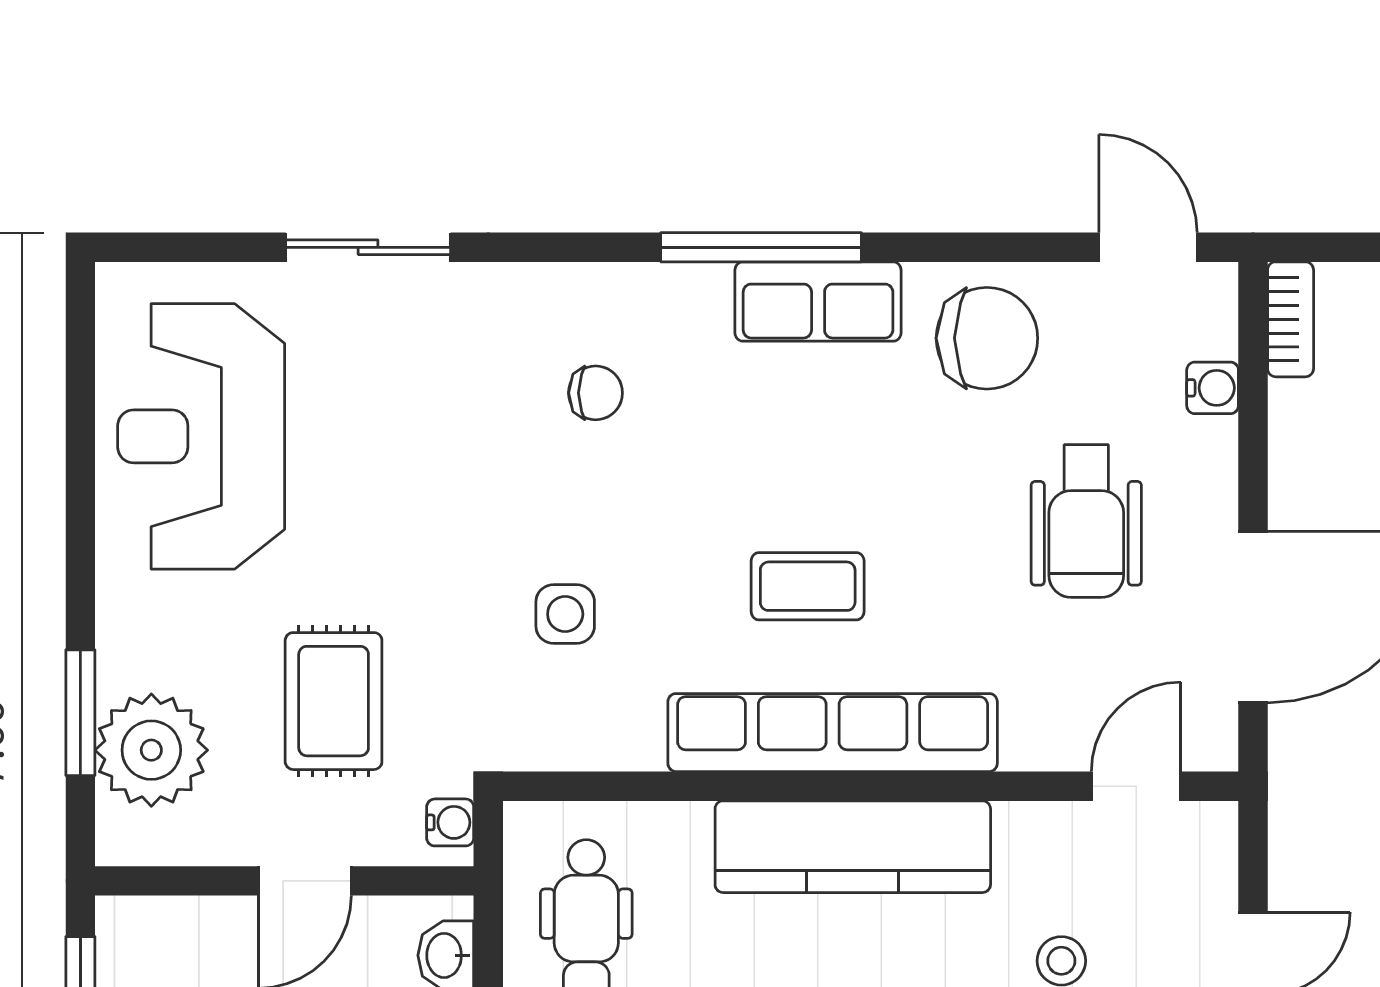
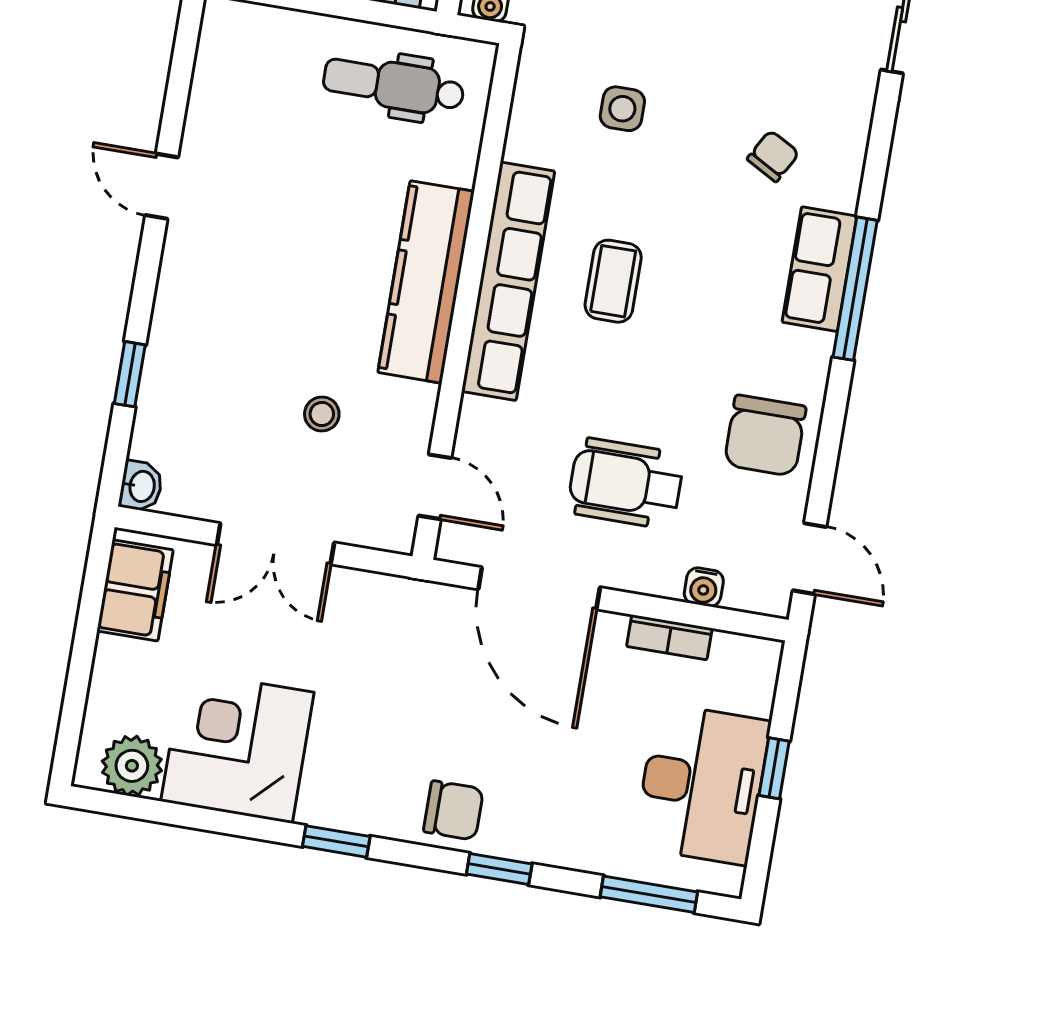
door: (1148, 247) -> (810, 559), hinge flipped
row of seats: (818, 302) -> (820, 269), moved
bookcase: (1291, 319) -> (669, 637), moved
chair: (596, 393) -> (773, 156), turned -151

